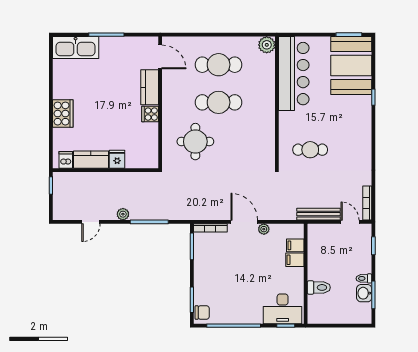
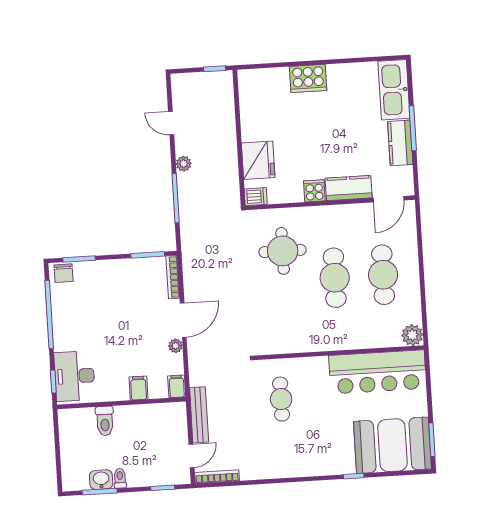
fridge: (117, 159) -> (258, 160), width x1.88, depth x1.34
dishwasher: (66, 160) -> (256, 197), moved
kitchen counter: (91, 160) -> (400, 143), moved, turned 180
filing cabinet: (295, 245) -> (177, 386), moved

